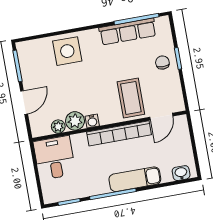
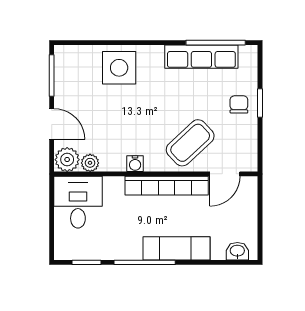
coffee table: (131, 98) -> (190, 143), turned 47
door: (24, 103) -> (52, 124), hinge flipped
plant: (75, 121) -> (67, 160), moved

